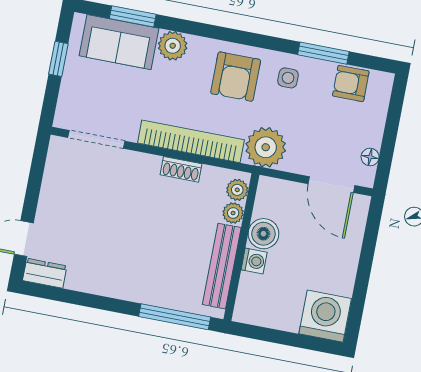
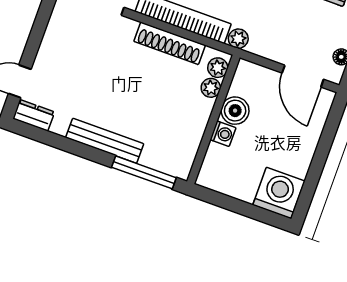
plant: (266, 147) -> (238, 39), width x0.53, depth x0.53
shoe rack: (181, 169) -> (170, 43), width x1.94, depth x1.24
bench: (222, 266) -> (105, 141), moved, turned 90

